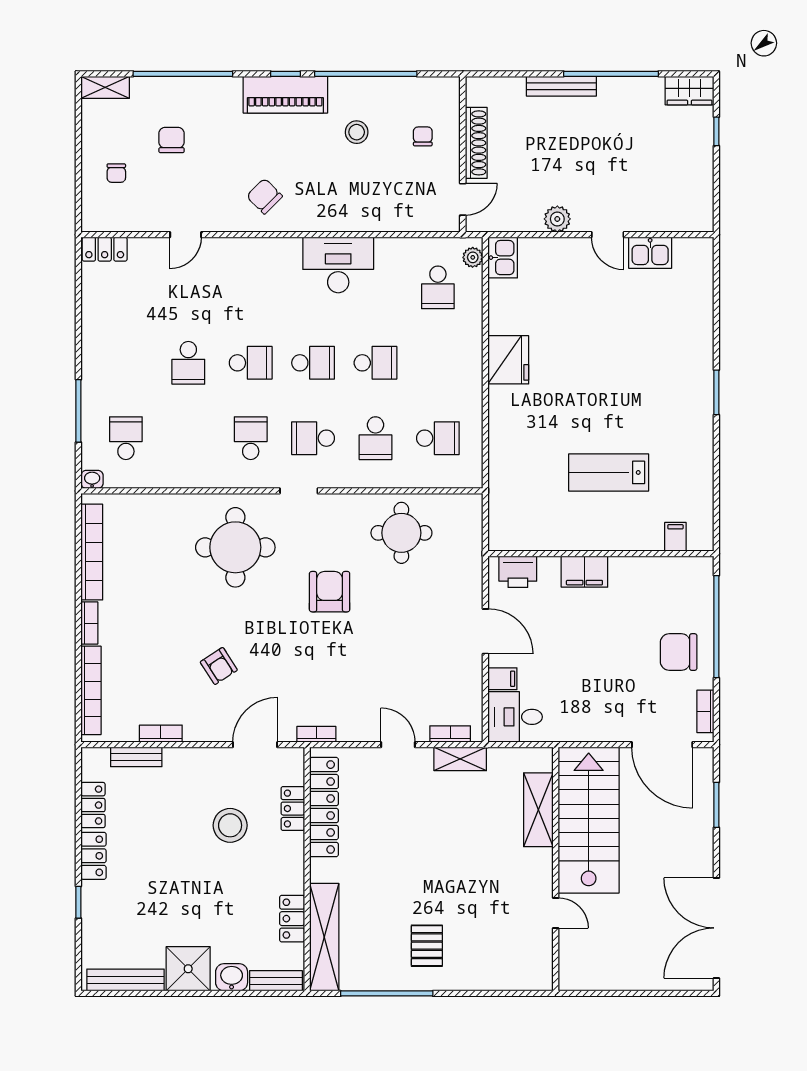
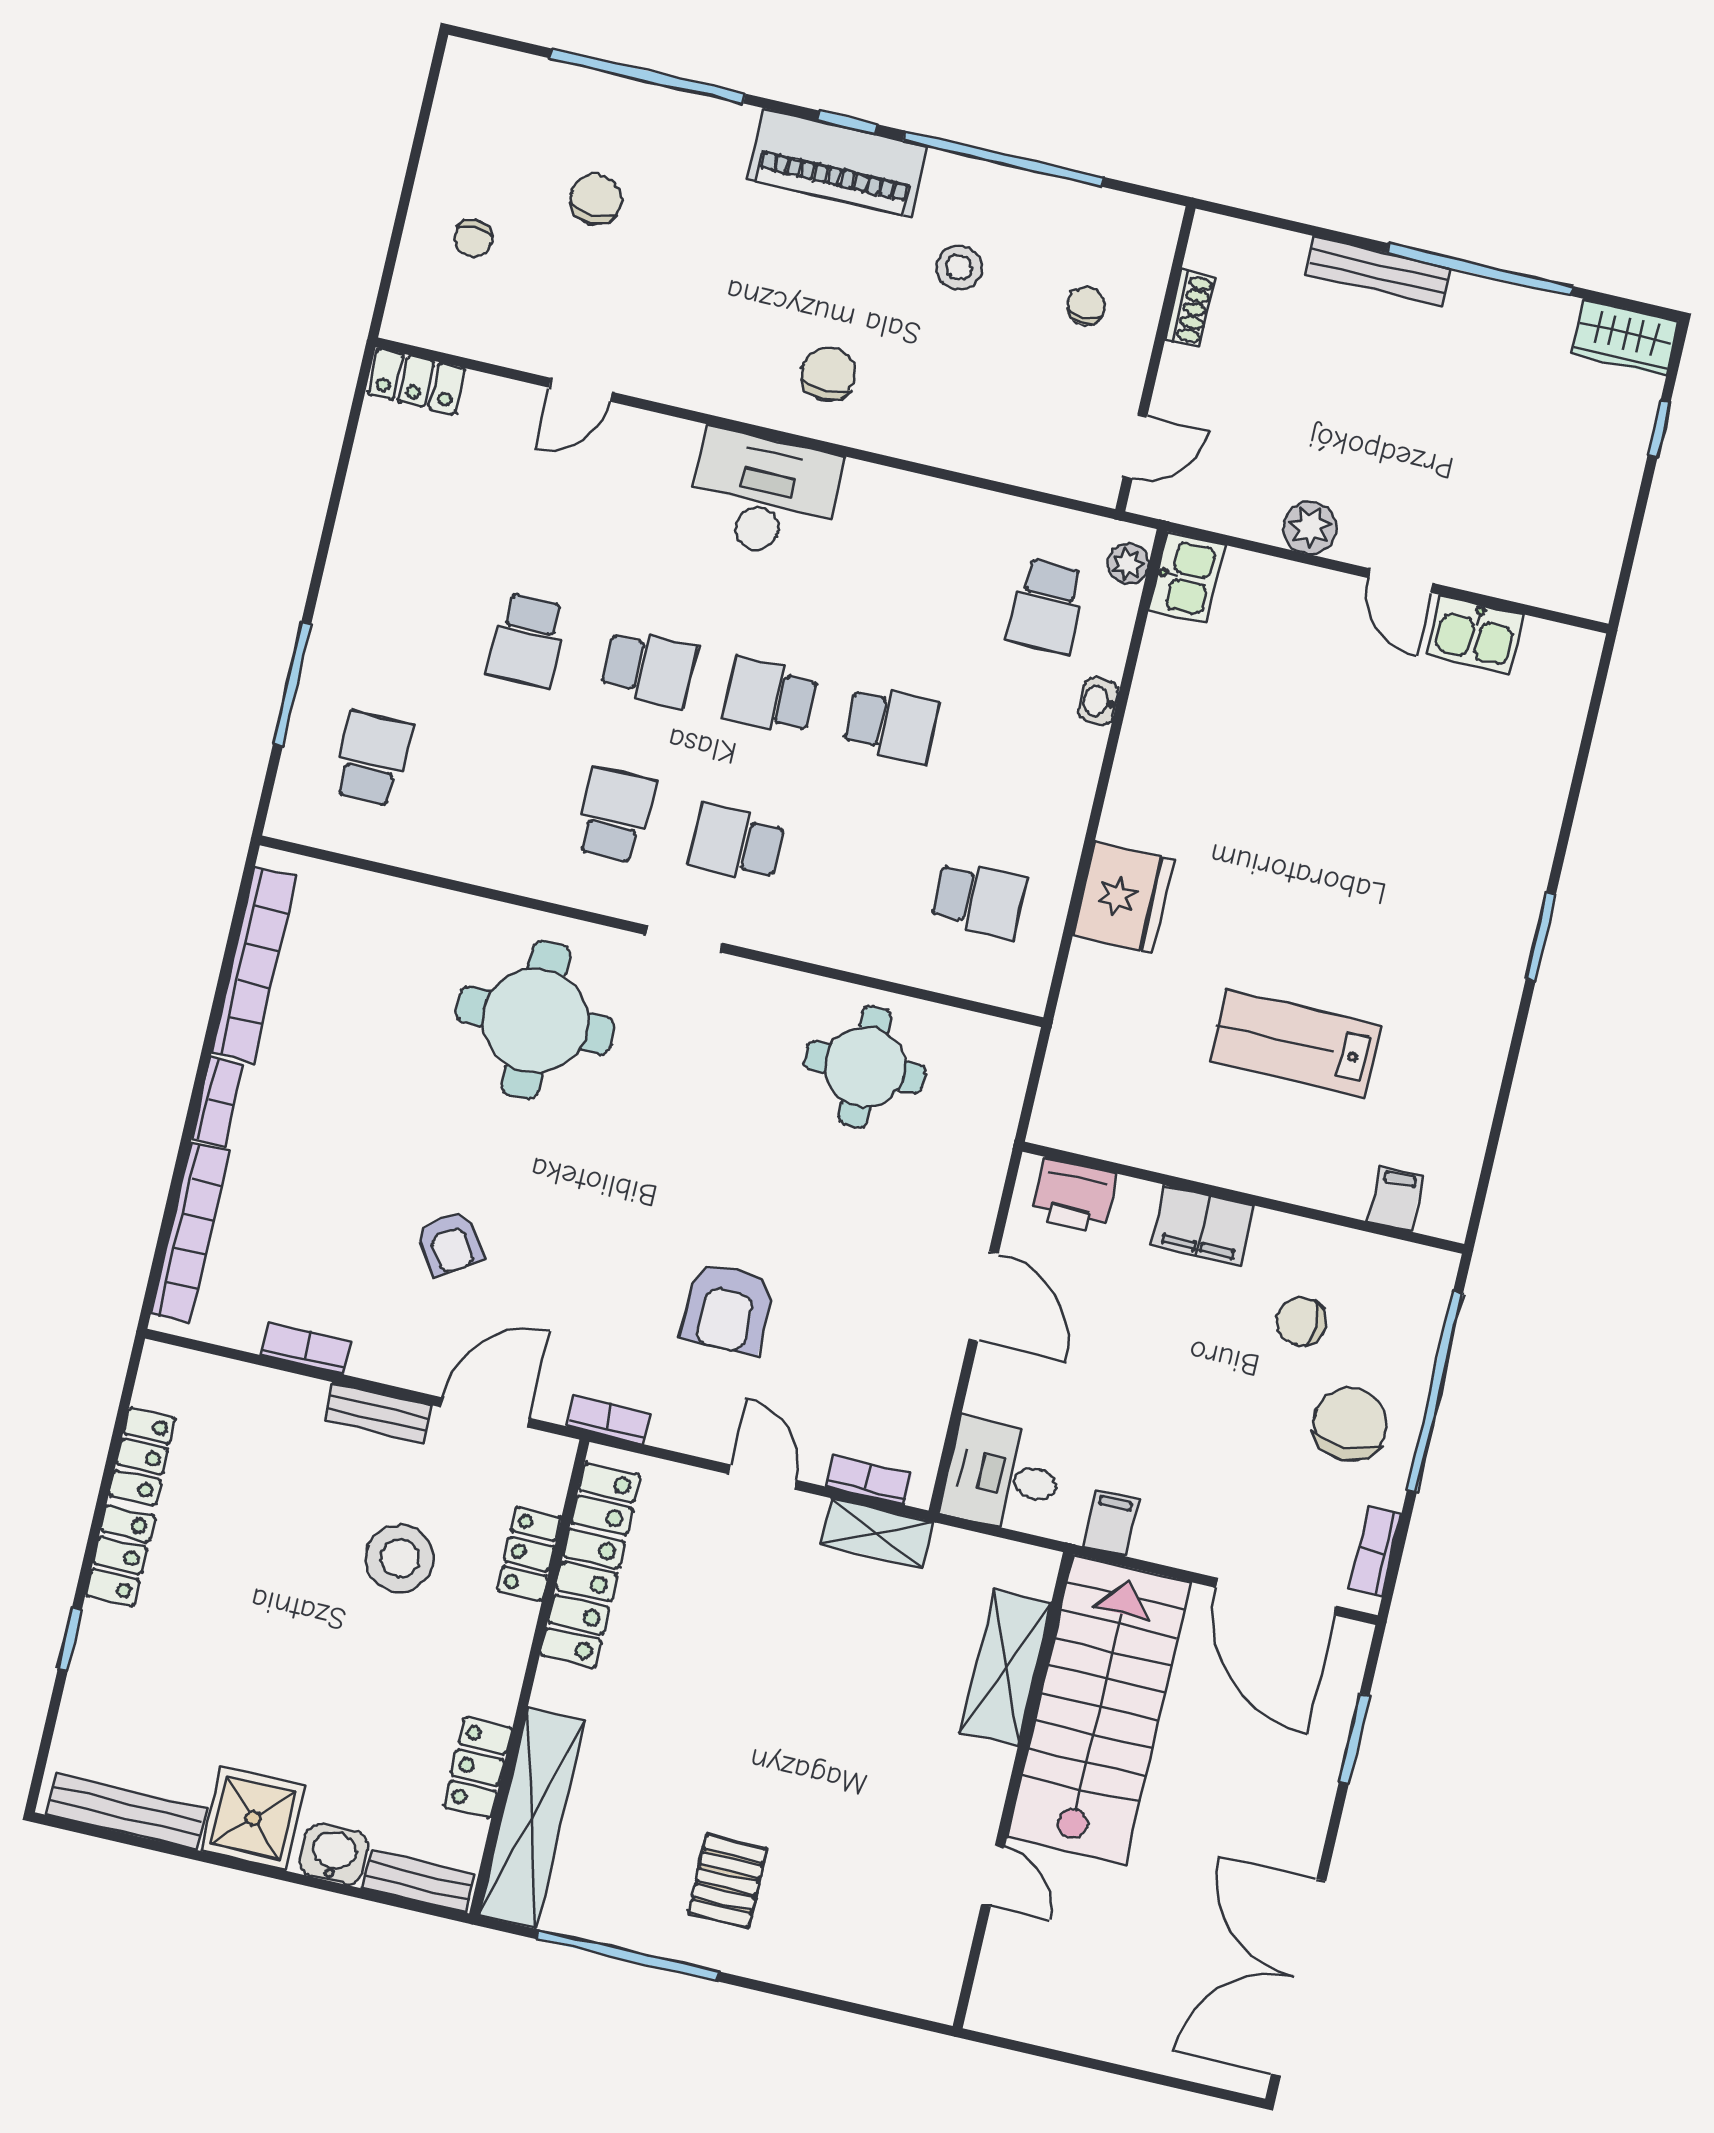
shelving: (105, 87) -> (491, 67), removed
shoe rack: (476, 143) -> (1190, 308), width x0.51, depth x0.81
chair: (264, 196) -> (828, 374), moved, turned 45
desk: (338, 265) -> (765, 495), moved
fridge: (508, 360) -> (1123, 898), moved
school desk: (313, 363) -> (770, 696), turned 180
school desk: (375, 438) -> (857, 871), removed
washbasin: (92, 479) -> (1098, 701), moved, turned -90
armchair: (330, 592) -> (727, 1308), moved, turned 180
chair: (643, 607) -> (1301, 1322), added
chair: (679, 652) -> (1350, 1424), turned 90
filing cabinet: (502, 679) -> (1111, 1523), moved, turned -90
bench: (136, 757) -> (378, 1413), moved

